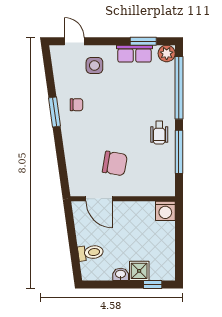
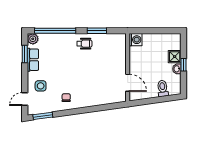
window: (54, 112) -> (43, 116), moved
window: (179, 152) -> (97, 31), width x0.69
chair: (115, 163) -> (104, 73), removed
door: (99, 199) -> (128, 83), hinge flipped
window: (153, 285) -> (184, 65), moved

